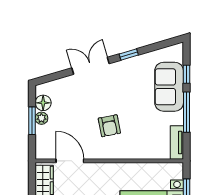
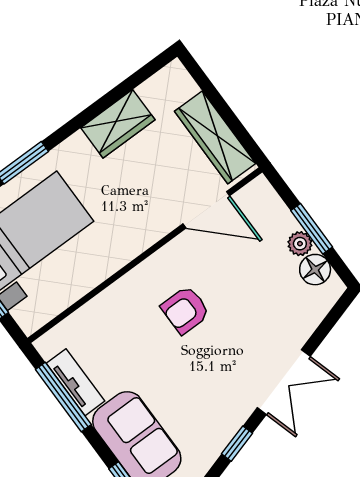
window: (186, 112) -> (63, 397), moved
armchair: (109, 126) -> (185, 310), turned -79
tv unit: (177, 142) -> (75, 382), moved

